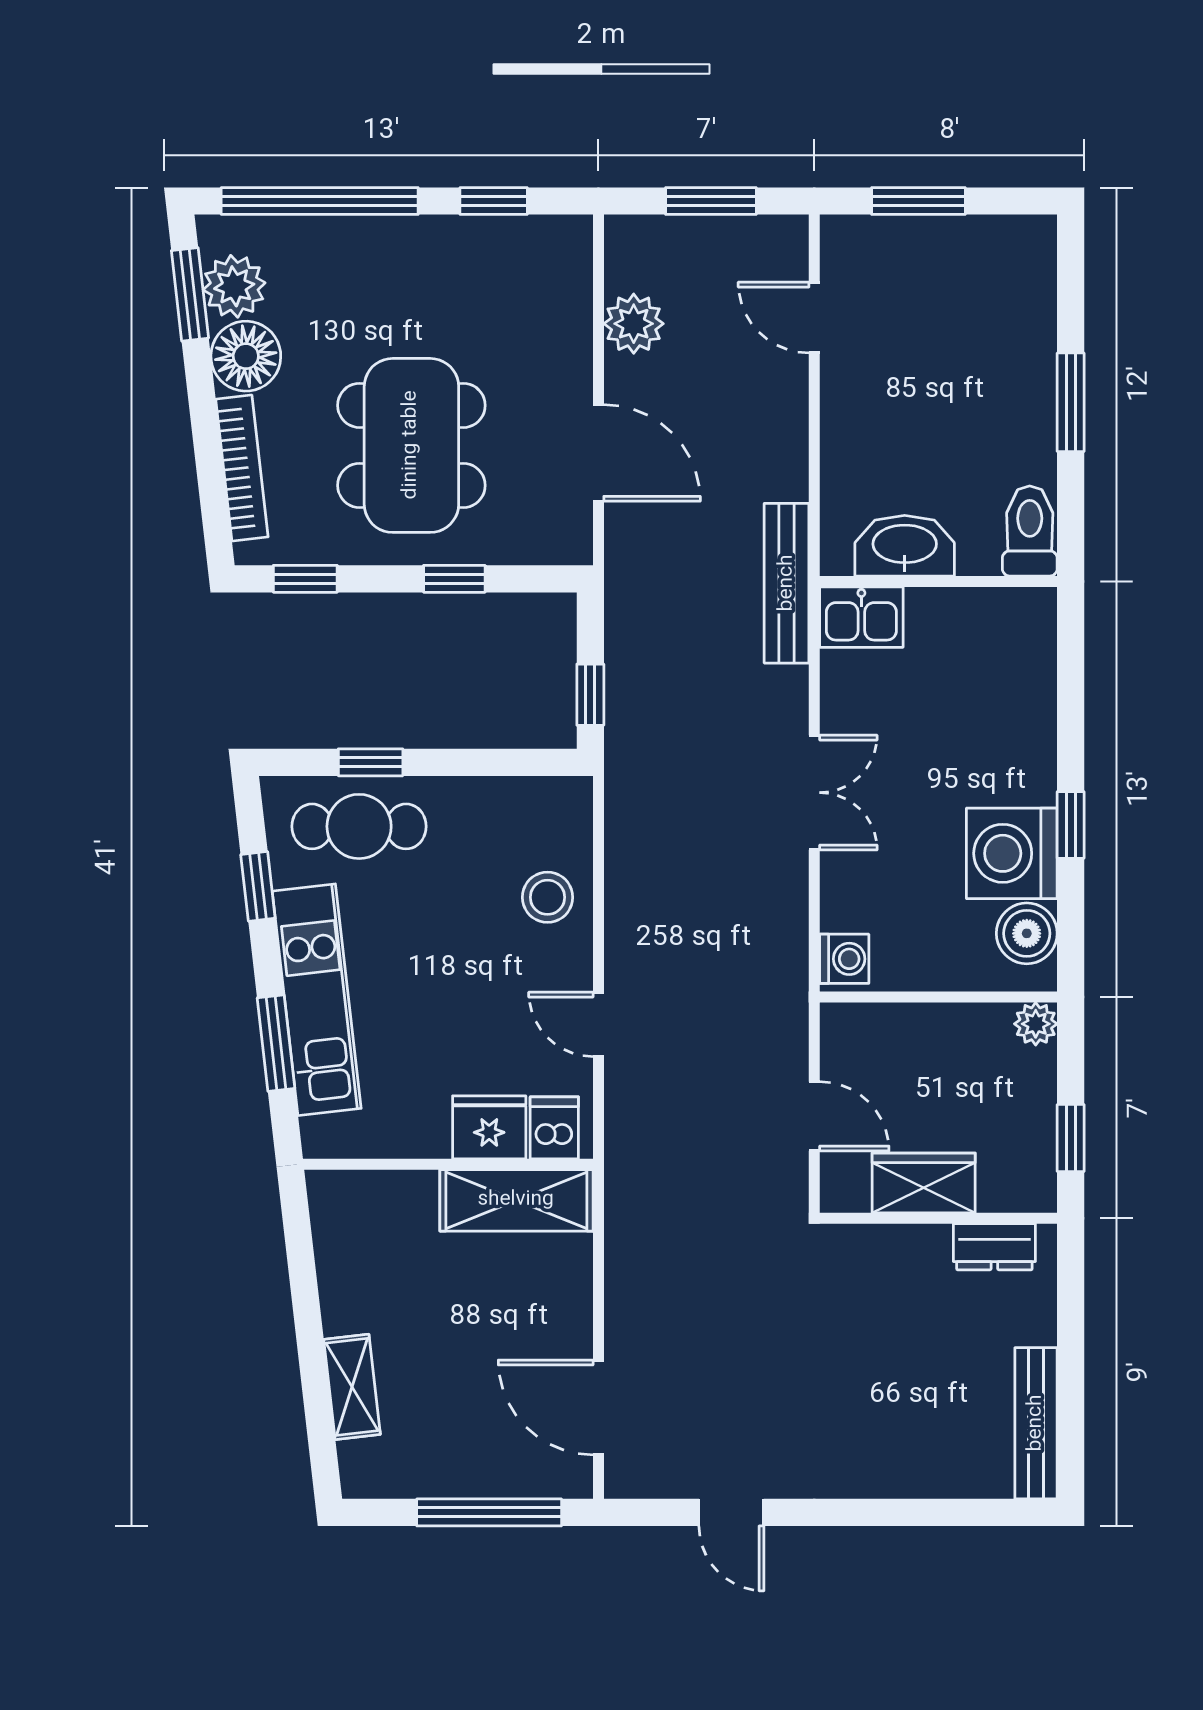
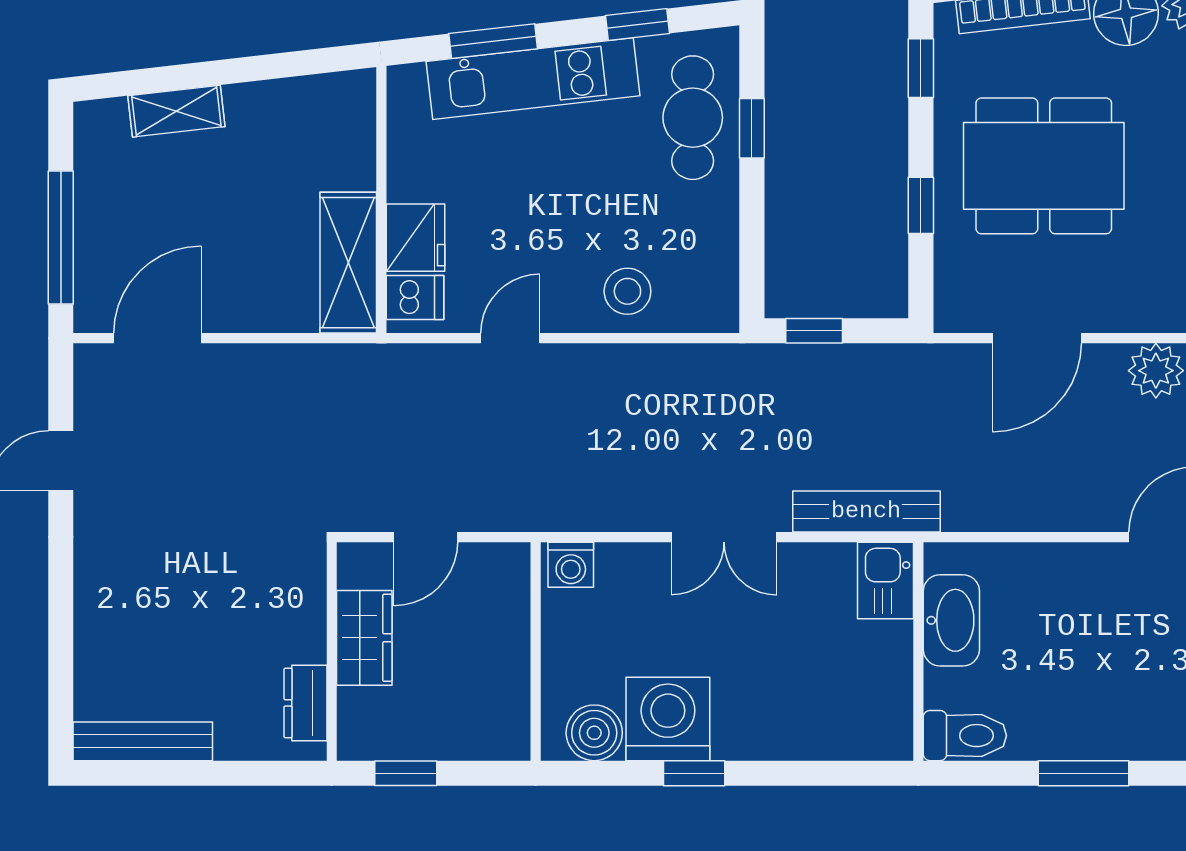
bench: (787, 583) -> (866, 511), moved
plant: (1036, 1024) -> (511, 741), removed

